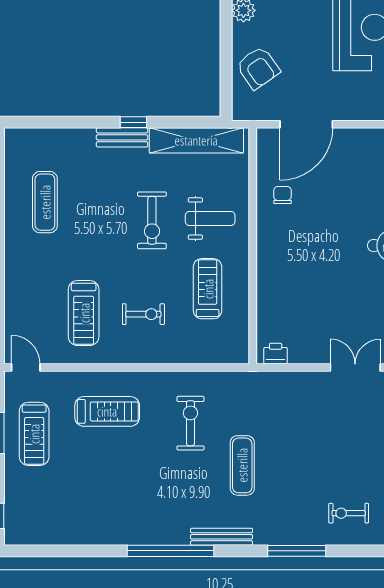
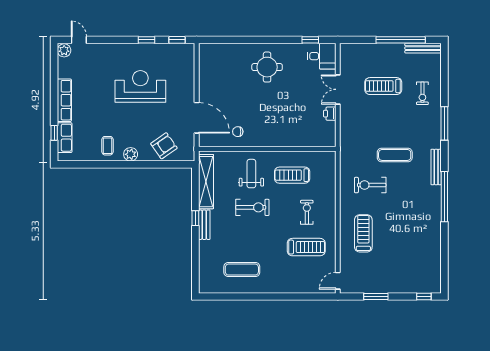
printer: (276, 354) -> (330, 114), moved
treadmill: (34, 434) -> (383, 86), moved, turned 180

